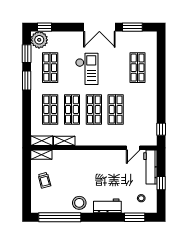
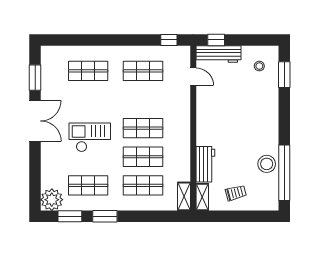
window: (44, 27) -> (35, 193), removed
shop shelf: (116, 109) -> (143, 71), moved
shelving: (64, 141) -> (184, 167), removed
window: (161, 183) -> (216, 40), moved
stool: (79, 203) -> (267, 164), moved
workbench: (107, 206) -> (205, 164), moved, turned 180

